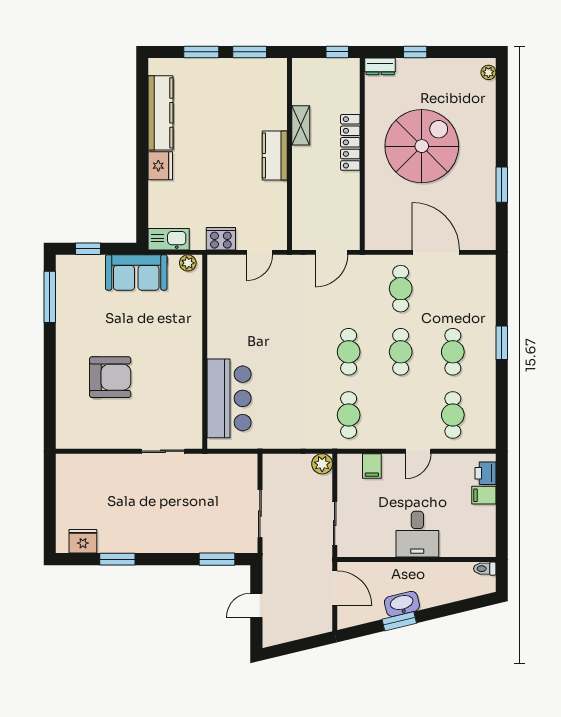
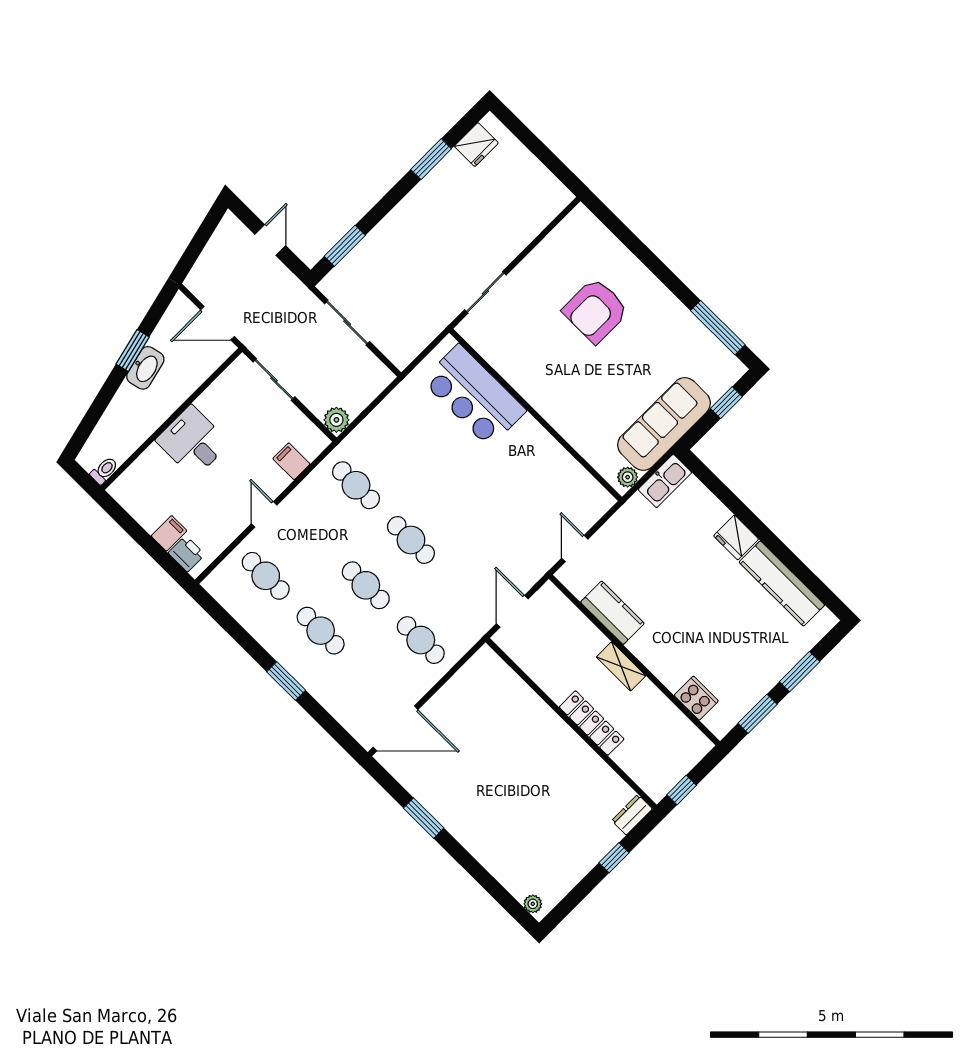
shelving: (301, 125) -> (621, 666), moved
spiral stairs: (422, 146) -> (526, 782), removed
kitchen counter: (275, 155) -> (612, 613), moved
cooker: (221, 239) -> (696, 698), moved, turned -90
door: (436, 252) -> (396, 728), moved
sofa: (136, 272) -> (664, 424), width x1.36

